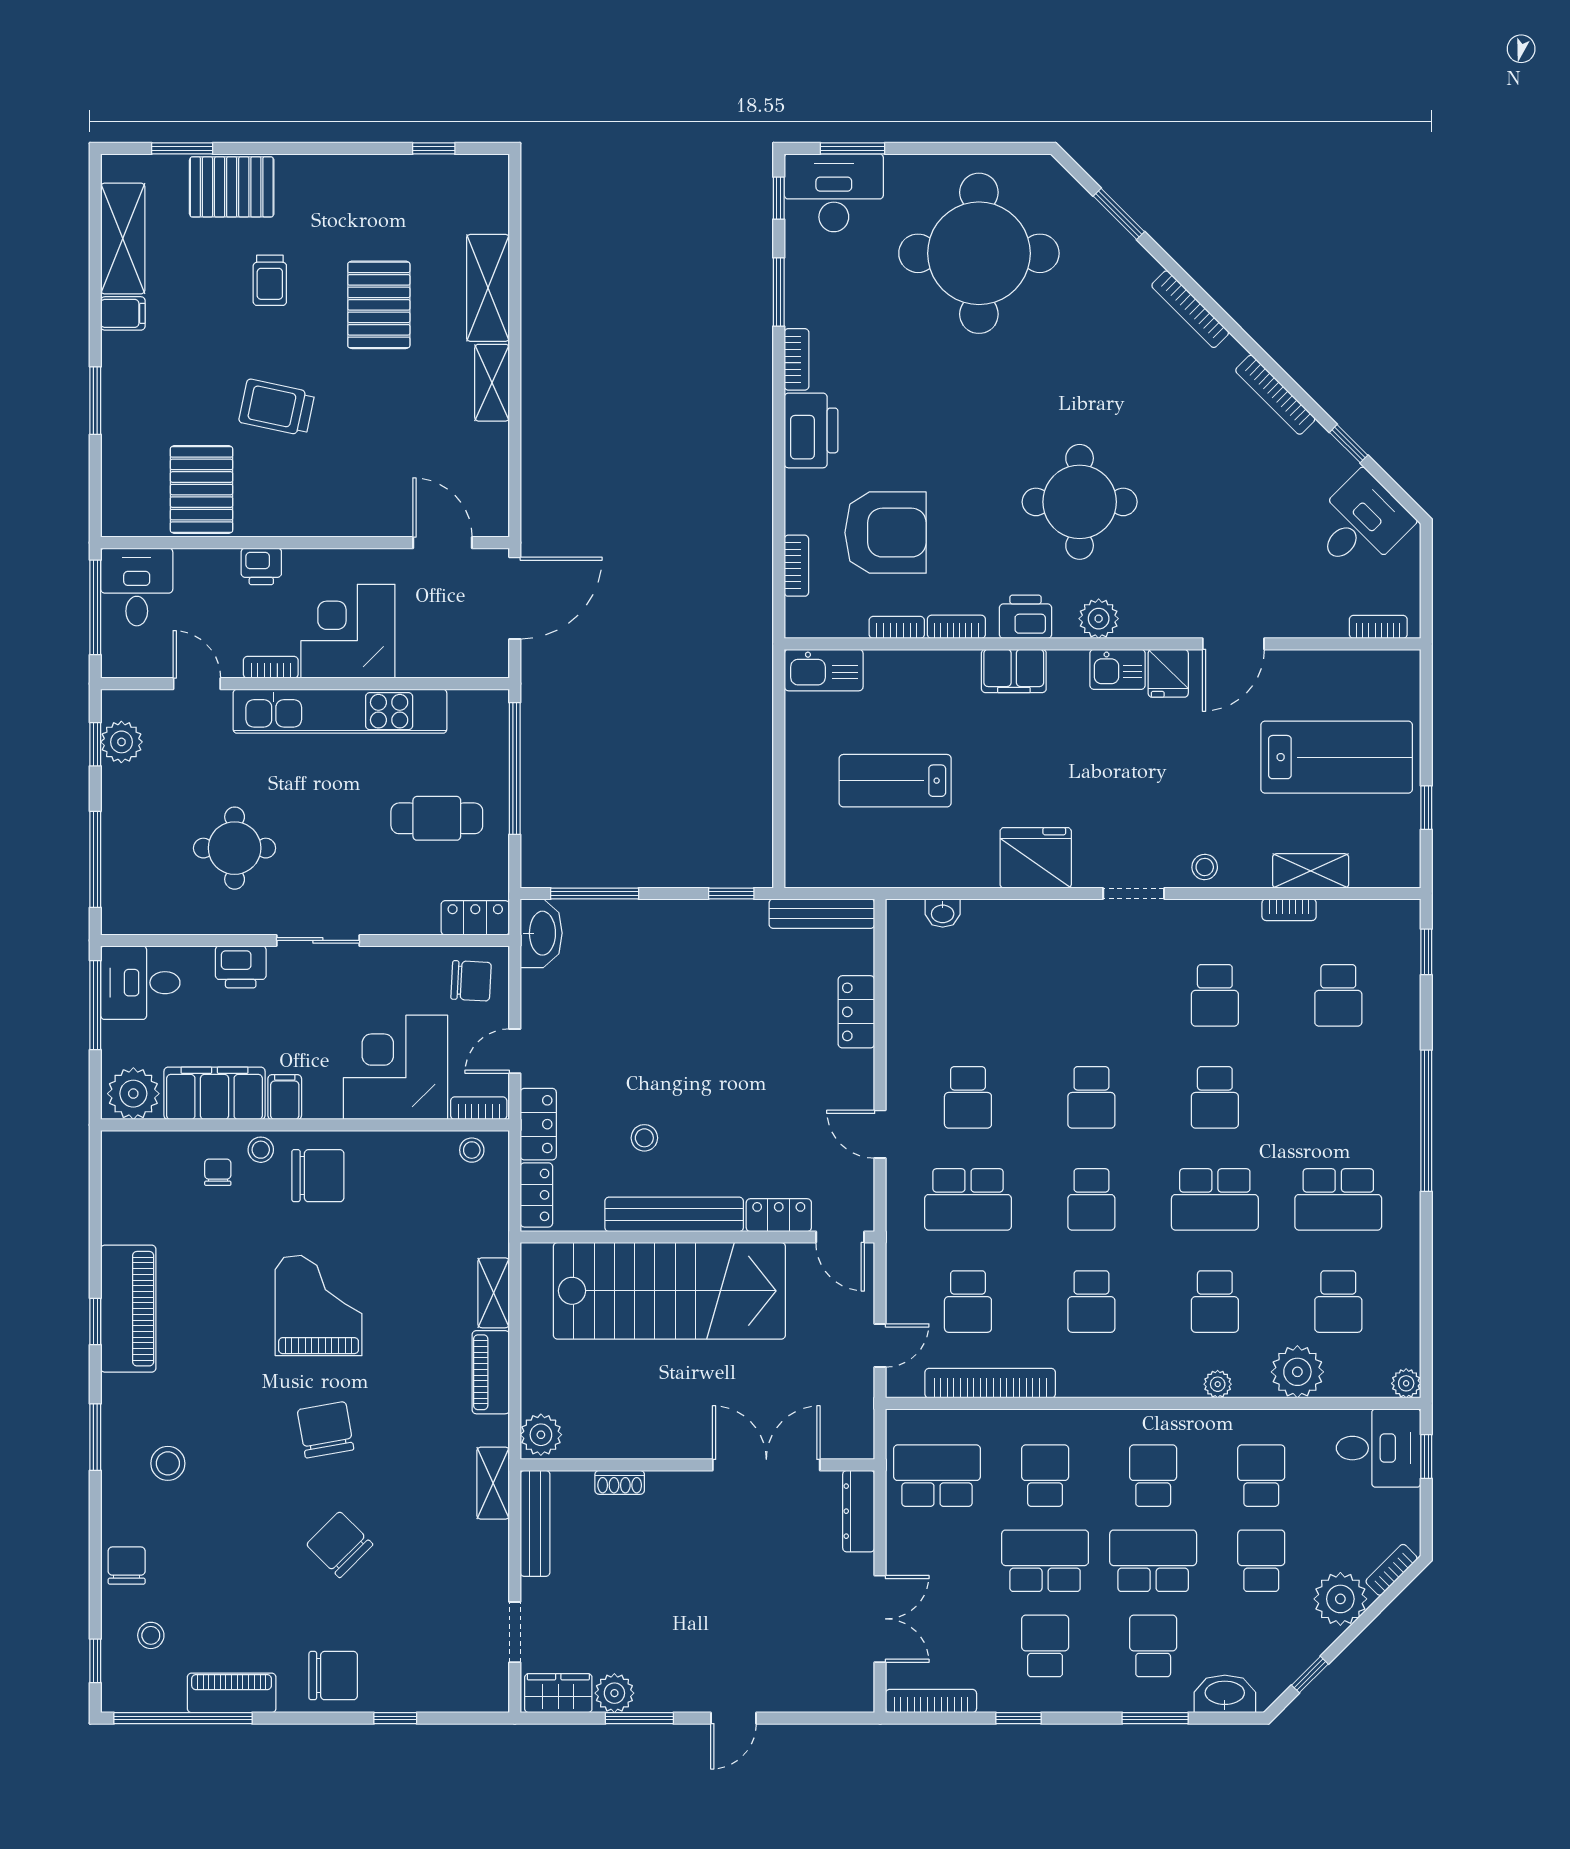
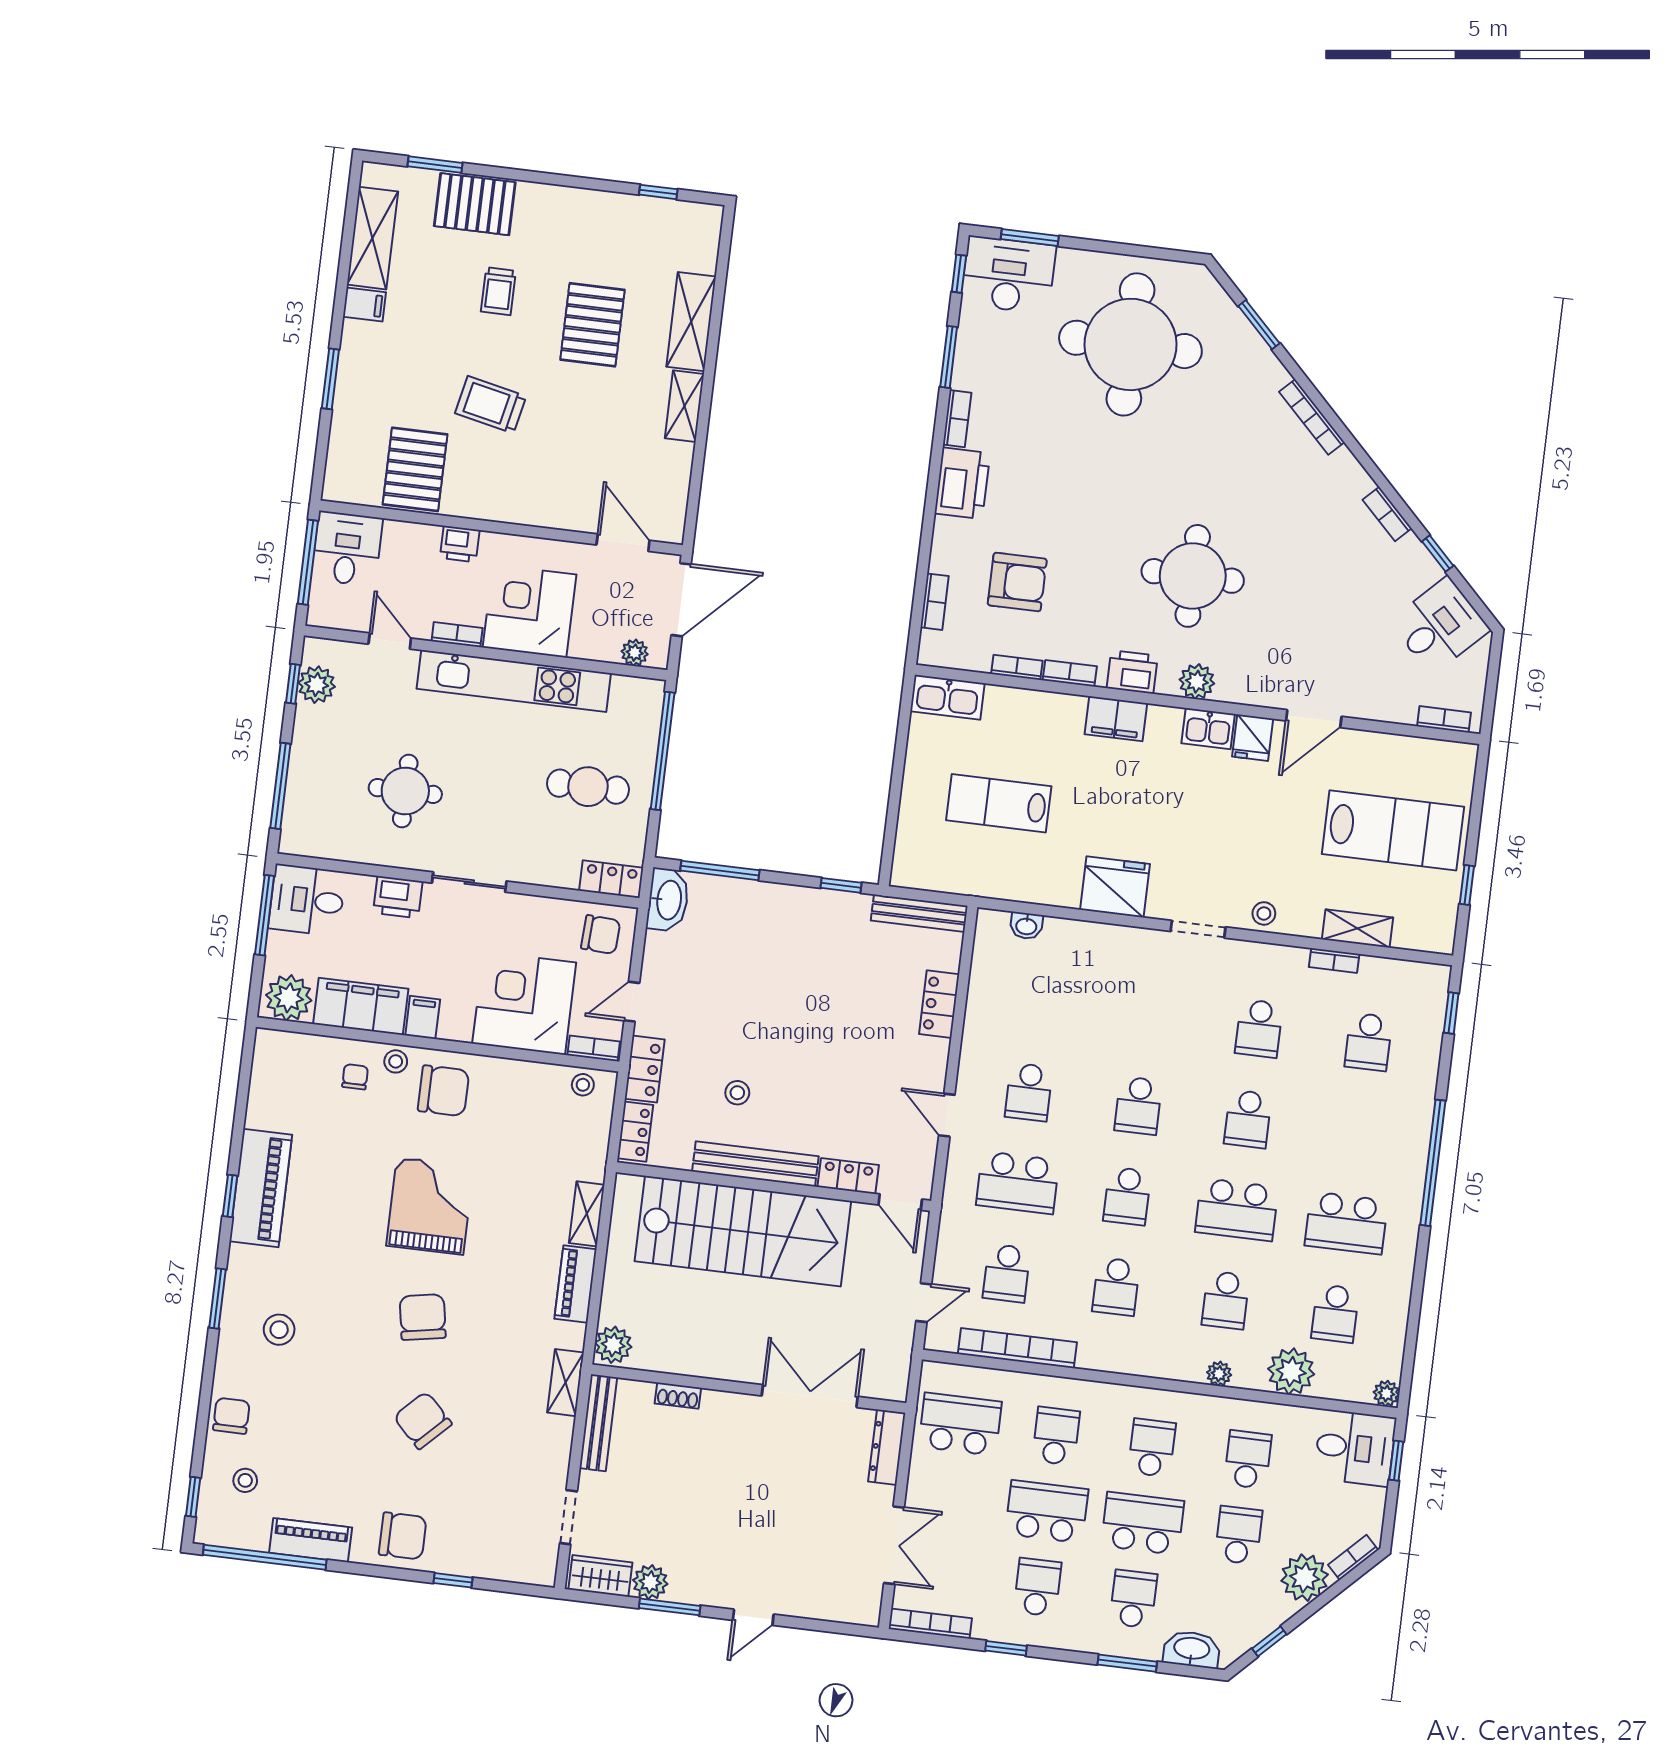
bookcase: (1275, 395) -> (1387, 514), width x0.64
armchair: (886, 533) -> (1017, 582), width x0.73, depth x0.73
plant: (470, 663) -> (635, 653), added

